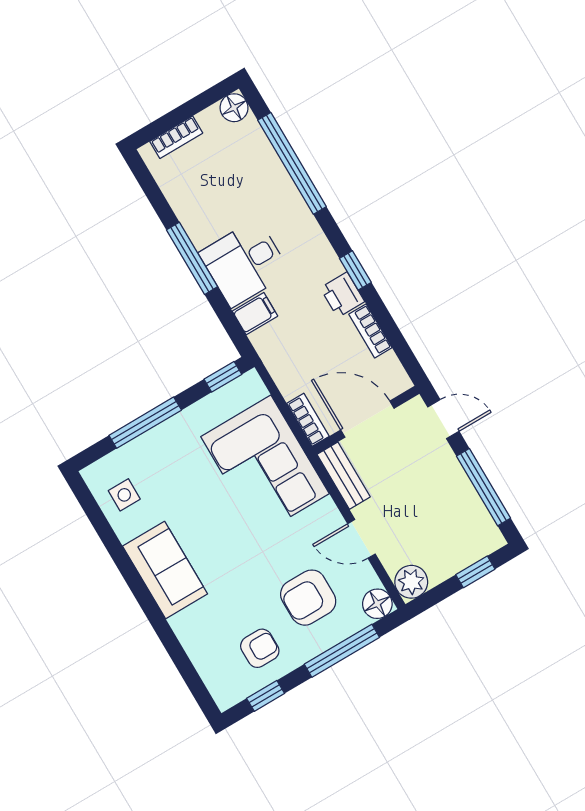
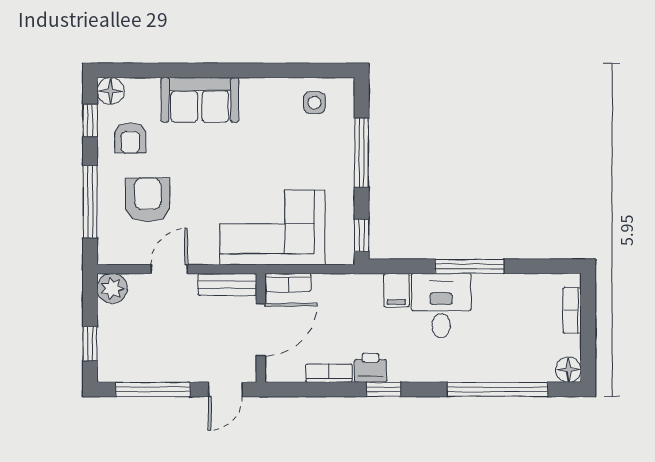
sofa: (165, 570) -> (200, 100), moved
floor lamp: (377, 604) -> (111, 91), moved

